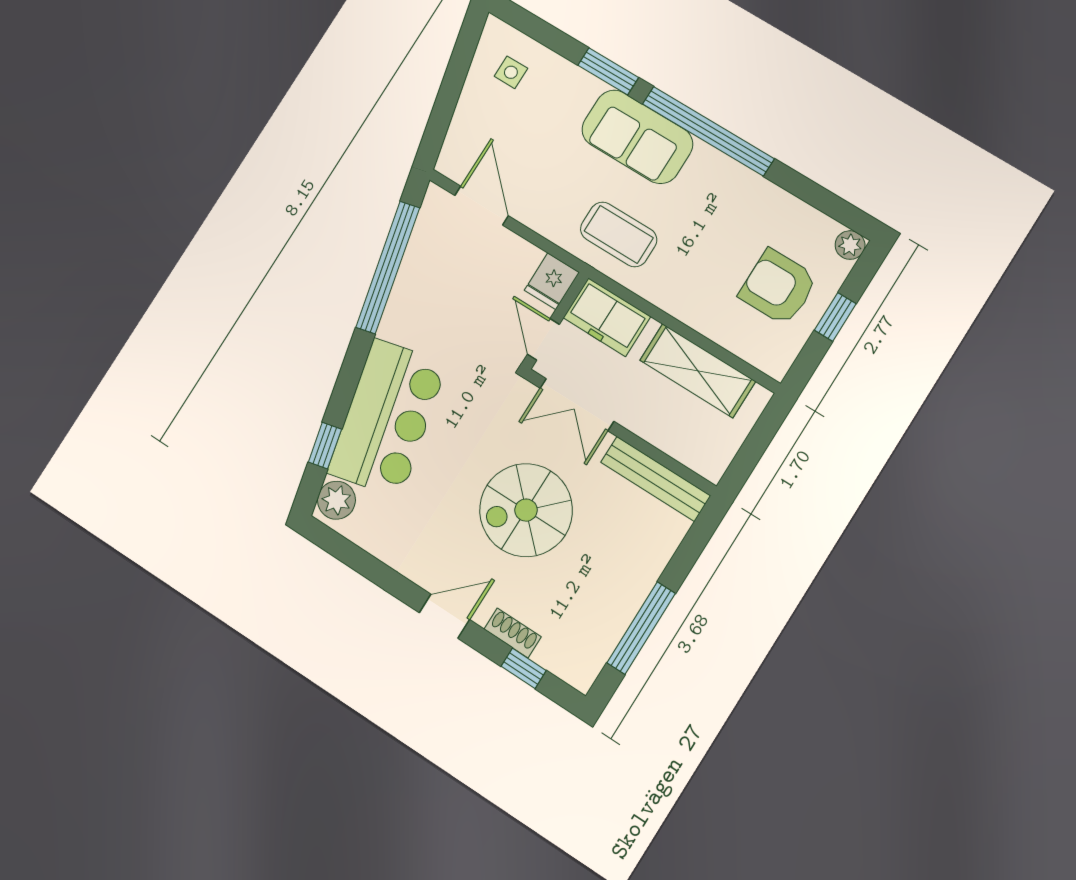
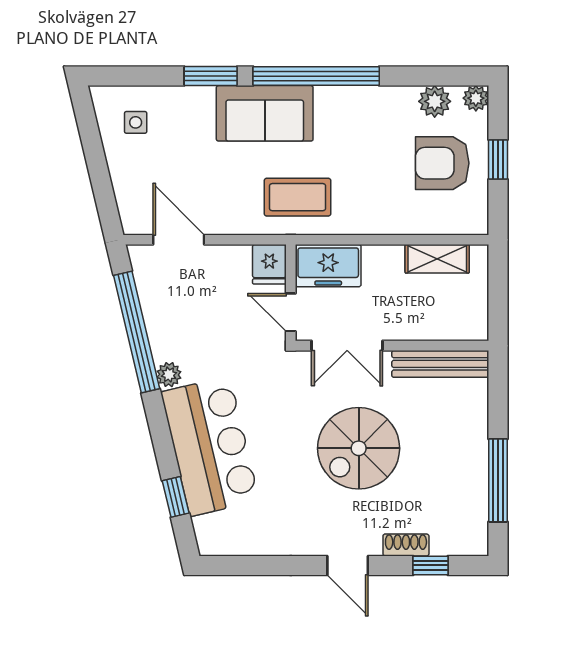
plant: (808, 224) -> (435, 101), added
shelving: (698, 371) -> (437, 259), width x0.67, depth x0.75
plant: (336, 500) -> (169, 375), moved, width x0.73, depth x0.73
door: (444, 616) -> (348, 565), swing flipped

